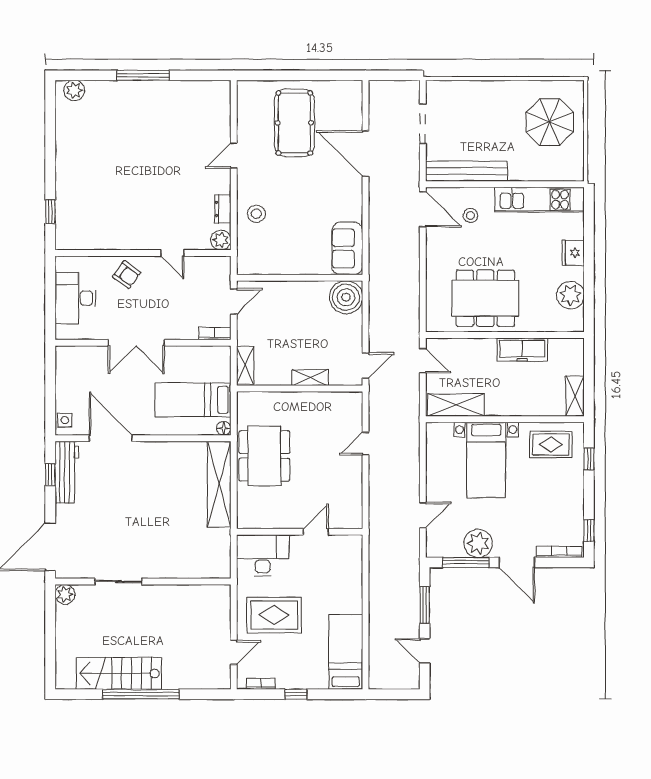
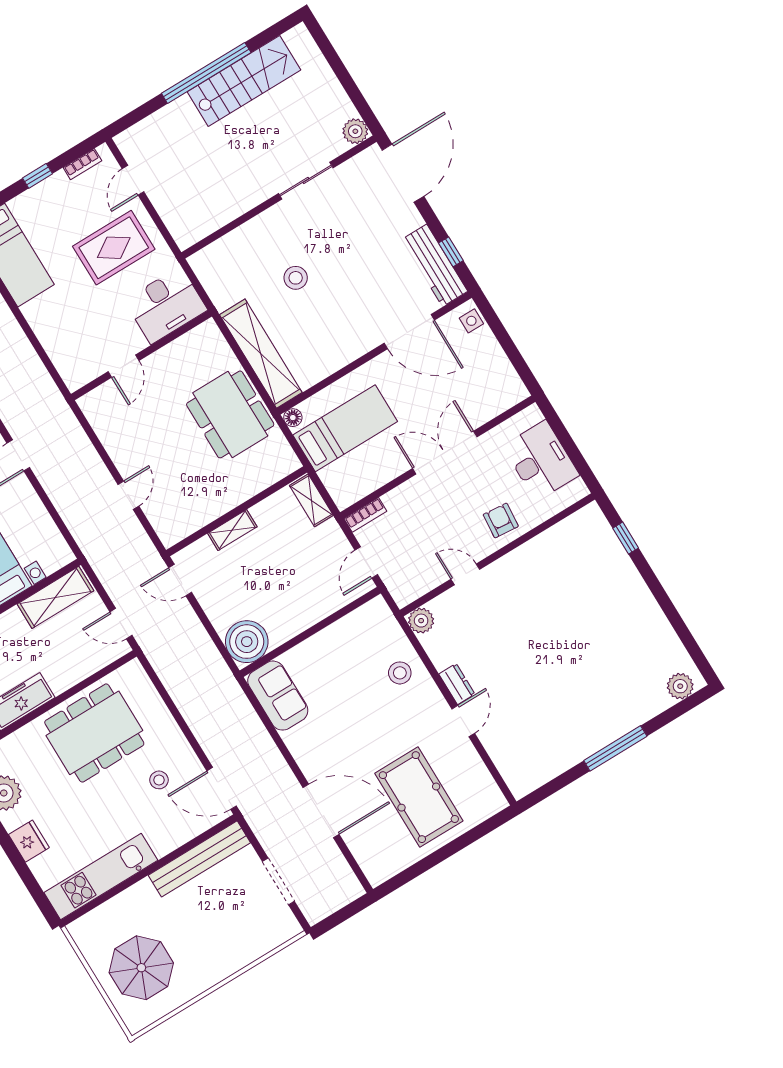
dresser: (223, 209) -> (457, 684), moved
stool: (470, 215) -> (159, 780), moved
armchair: (127, 275) -> (501, 520), turned 59
door: (365, 366) -> (180, 580), hinge flipped
stool: (165, 521) -> (296, 278), added

